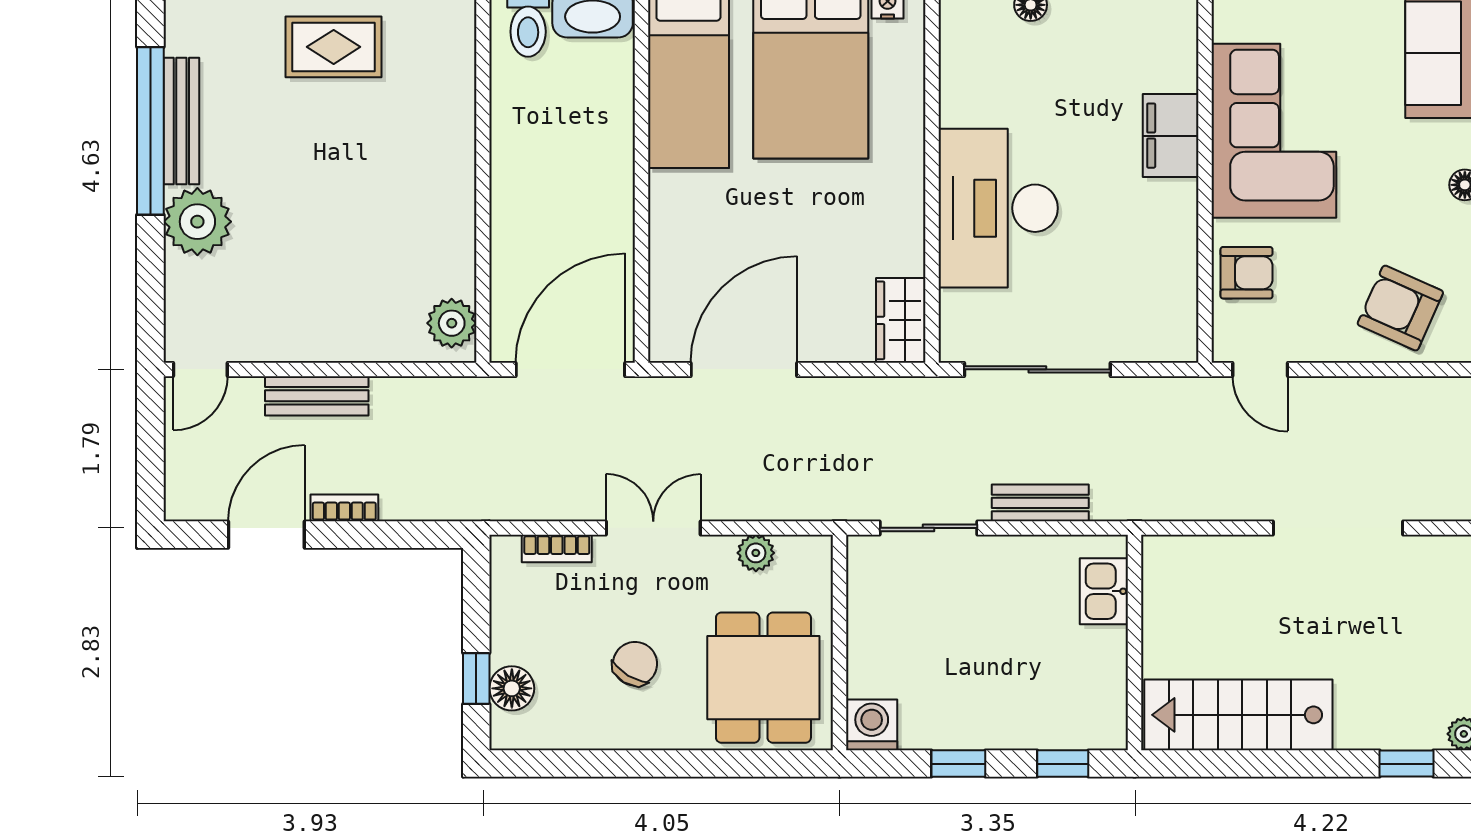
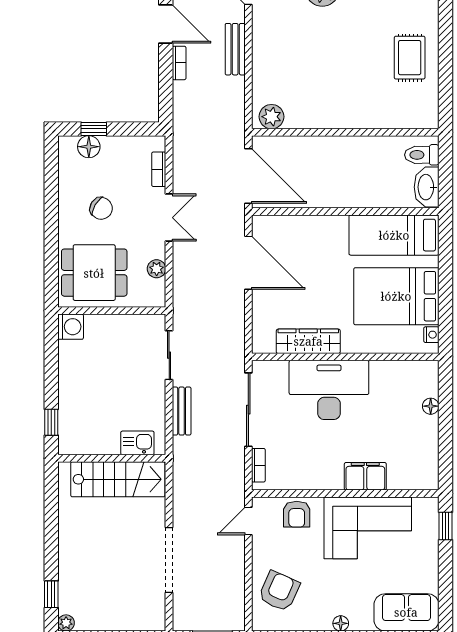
wardrobe: (901, 320) -> (308, 341), moved, width x1.50
bookcase: (1149, 349) -> (258, 465), added
stairs: (1238, 715) -> (118, 479), moved, turned 90
window: (958, 764) -> (51, 370), removed

